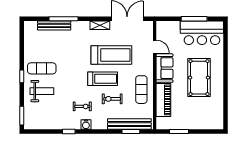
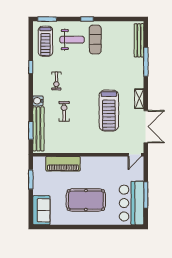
bench: (54, 25) -> (139, 40), moved
door: (155, 47) -> (135, 155), moved
sofa: (164, 68) -> (41, 210), moved, turned -90
treadmill: (103, 79) -> (45, 41), moved
exercise mat: (141, 90) -> (74, 141), removed
weight bench: (42, 91) -> (72, 40), turned -90
water cooler: (86, 125) -> (38, 101), moved

